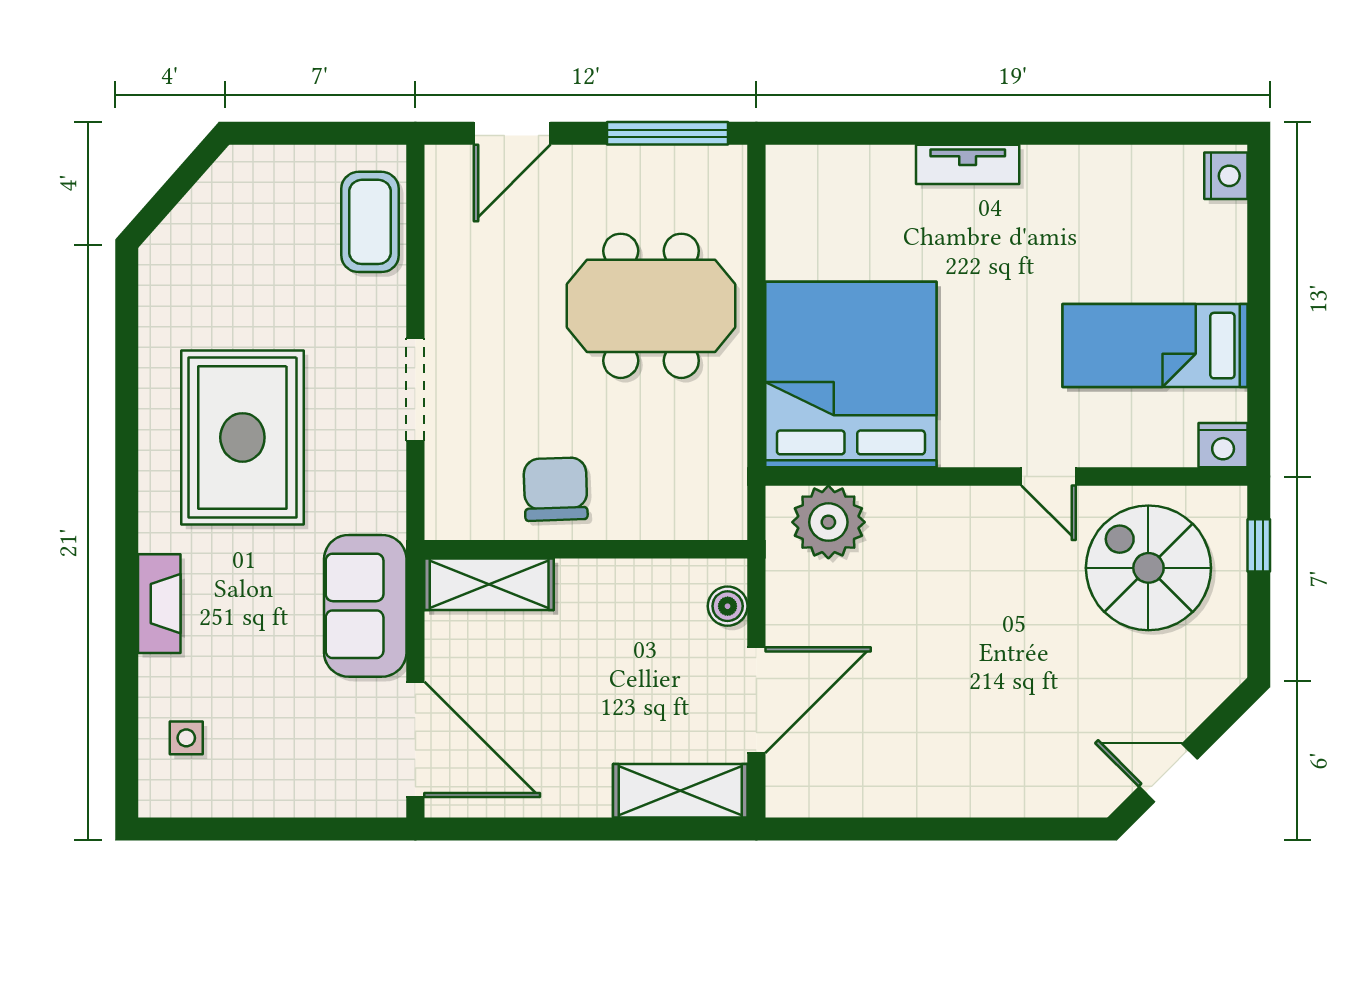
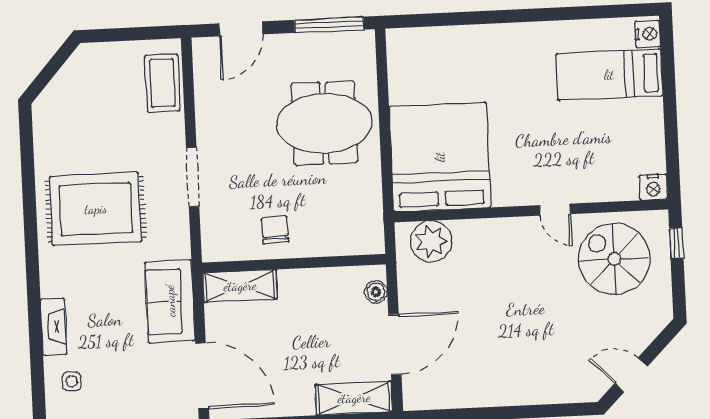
tv unit: (968, 164) -> (501, 34), removed
bed: (1155, 346) -> (609, 75), moved
rug: (242, 437) -> (96, 209), turned 90
chair: (556, 489) -> (275, 230), width x0.73, depth x0.73
fireplace: (159, 604) -> (54, 327), moved

